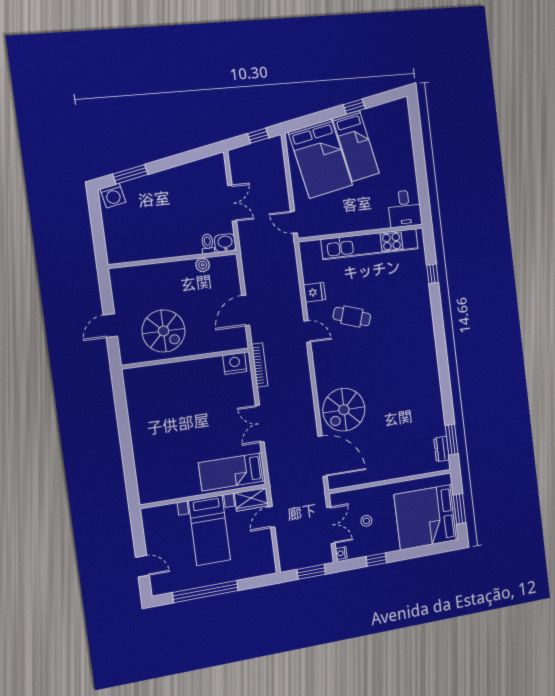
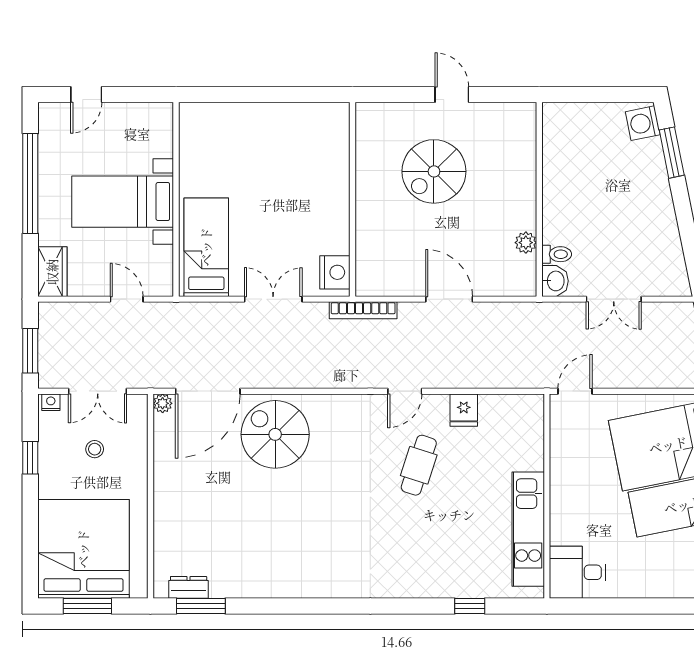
kitchen unit: (370, 244) -> (528, 529), width x0.73
wall: (186, 359) -> (353, 199), moved
nightstand: (235, 363) -> (335, 272), moved
plant: (333, 483) -> (163, 403), added
wardrobe: (251, 499) -> (52, 272), moved, turned 180

